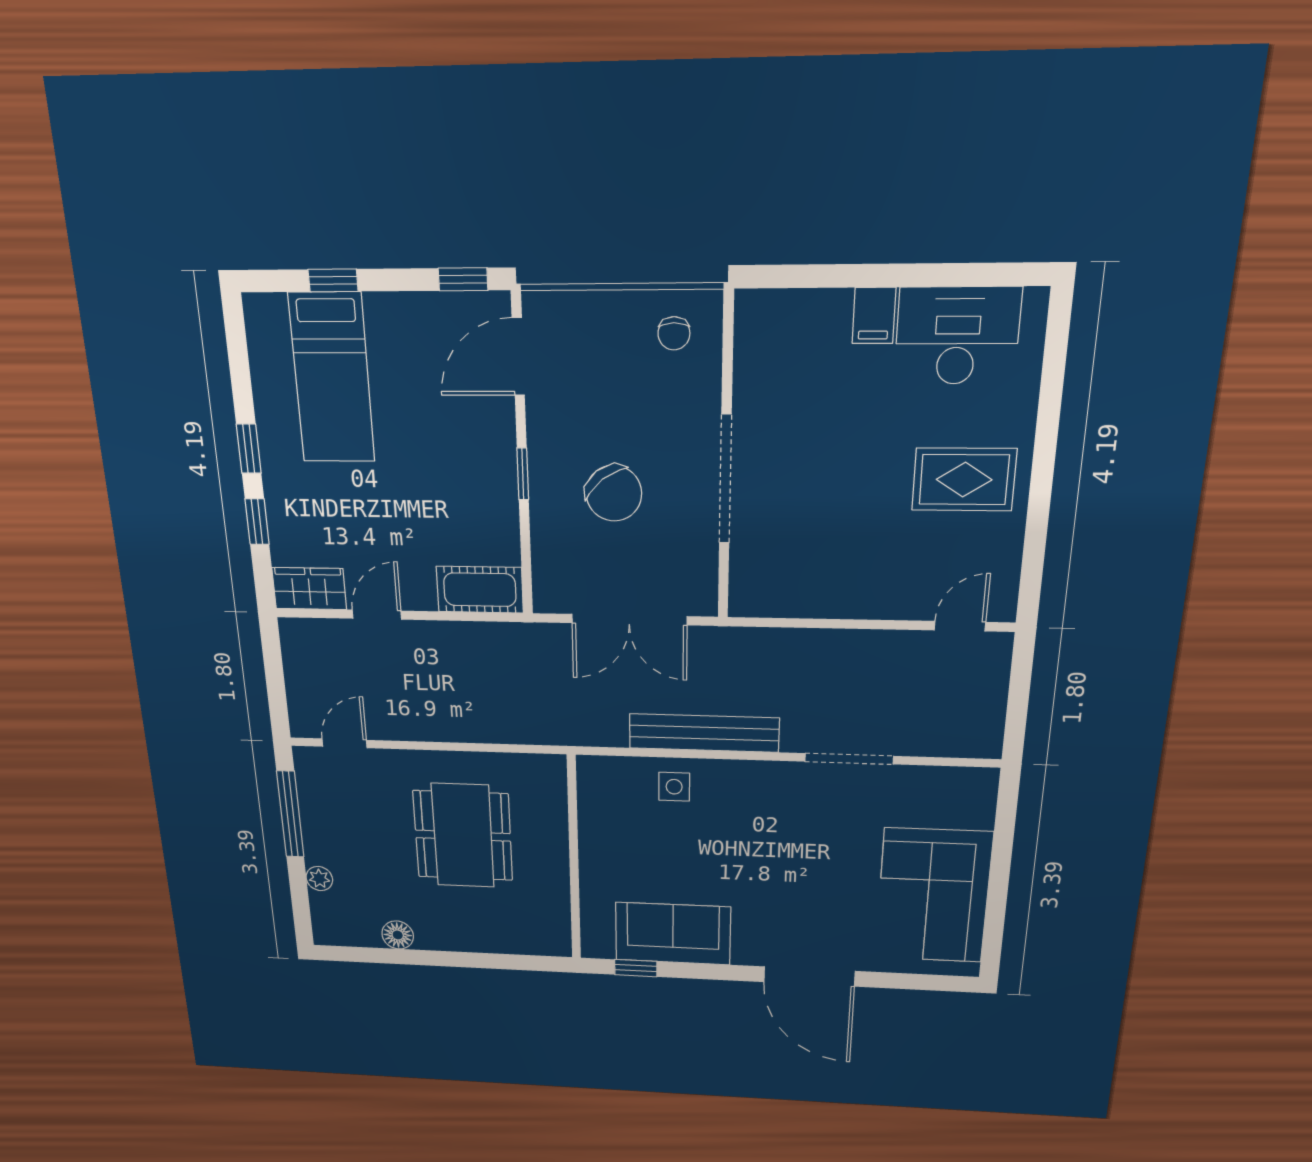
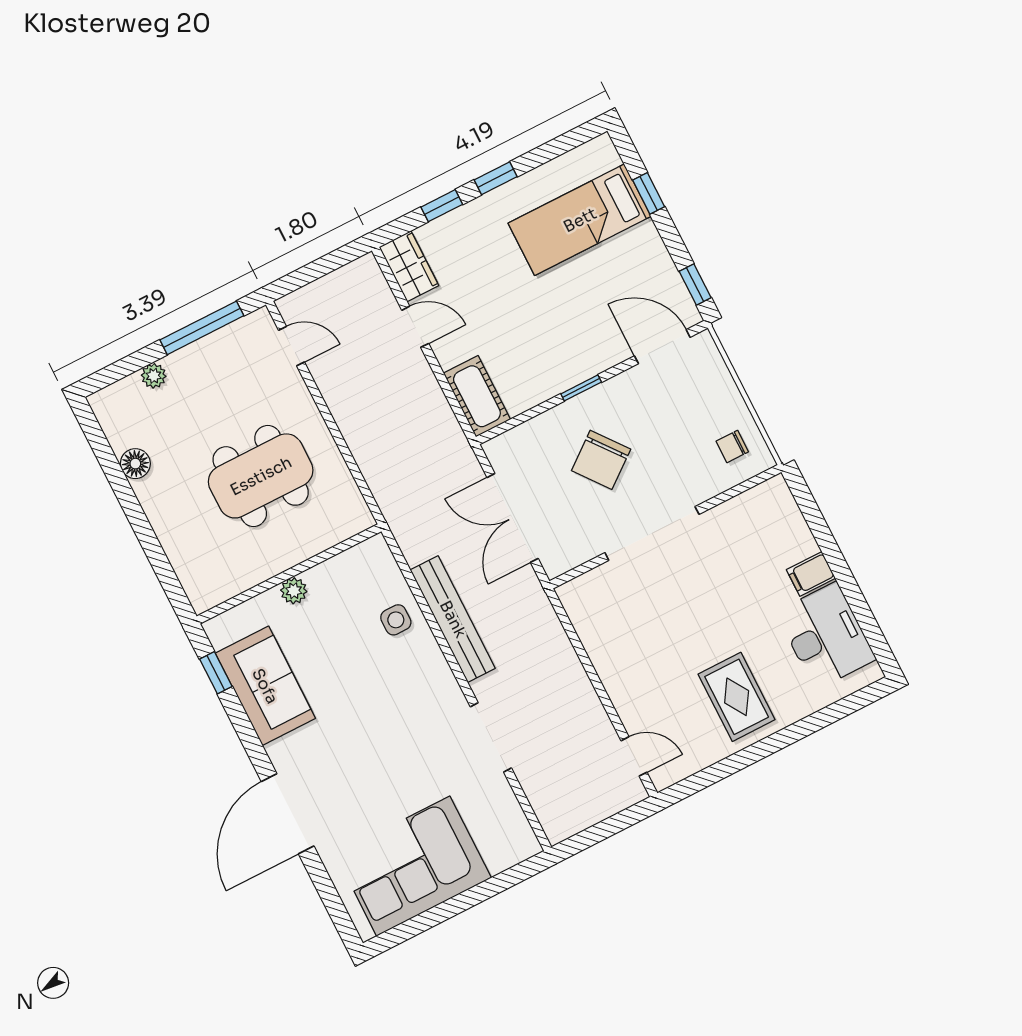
plant: (593, 863) -> (294, 591), added

